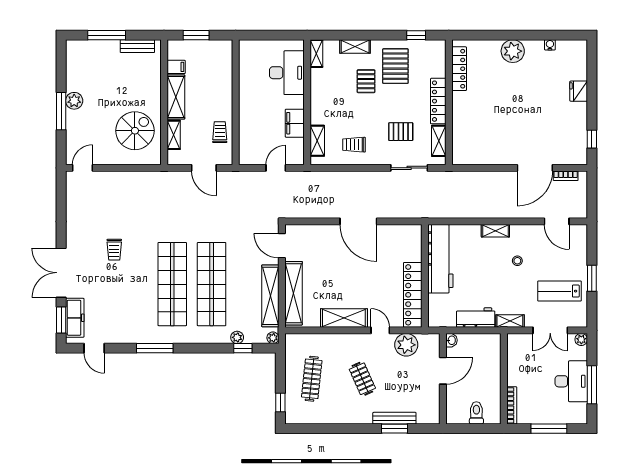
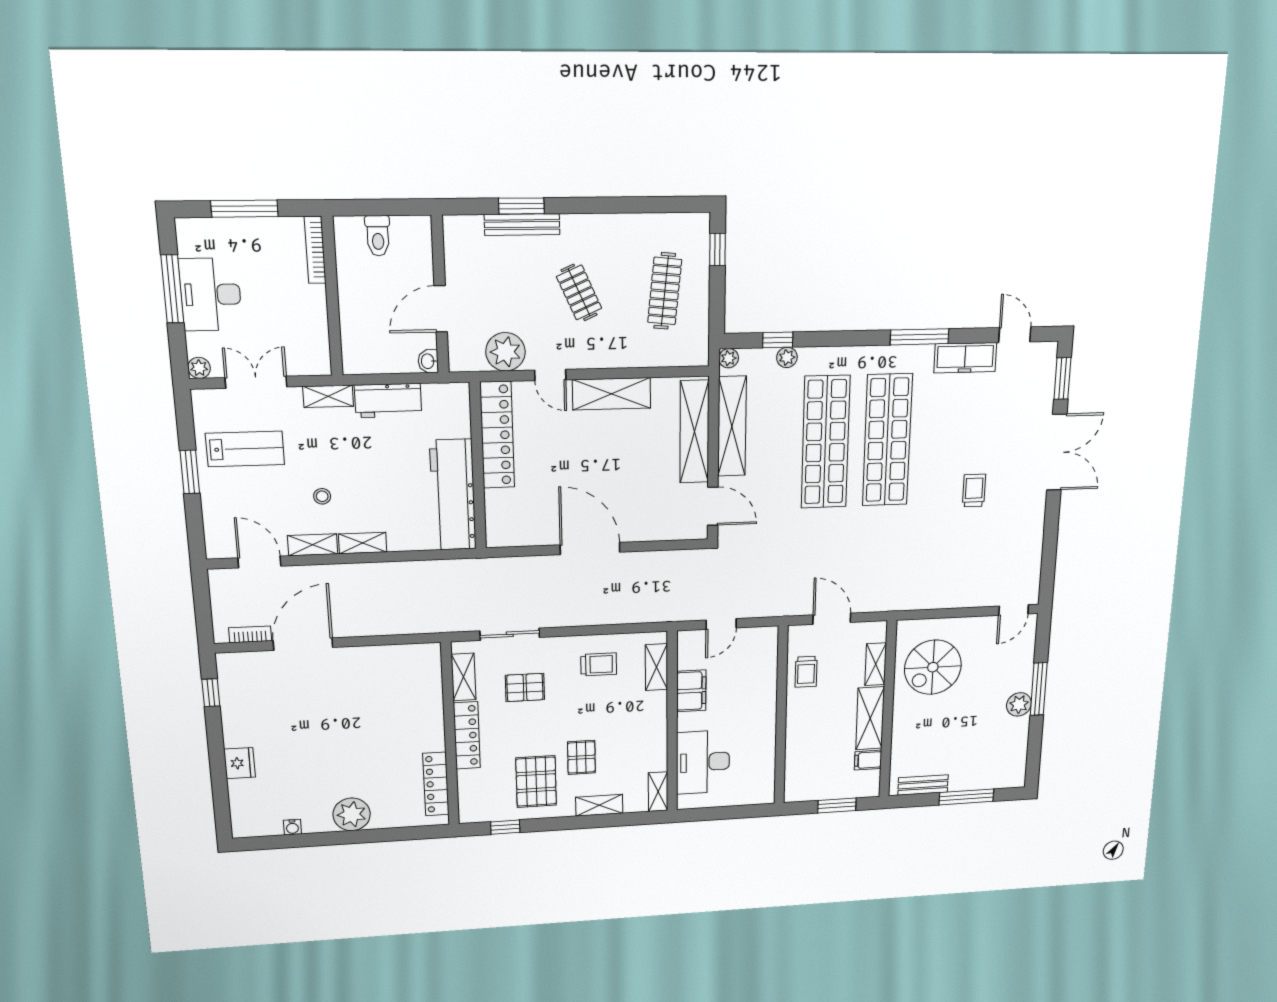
shelving: (525, 231) -> (313, 545), added
freezer: (75, 318) -> (965, 358), moved, turned -90

